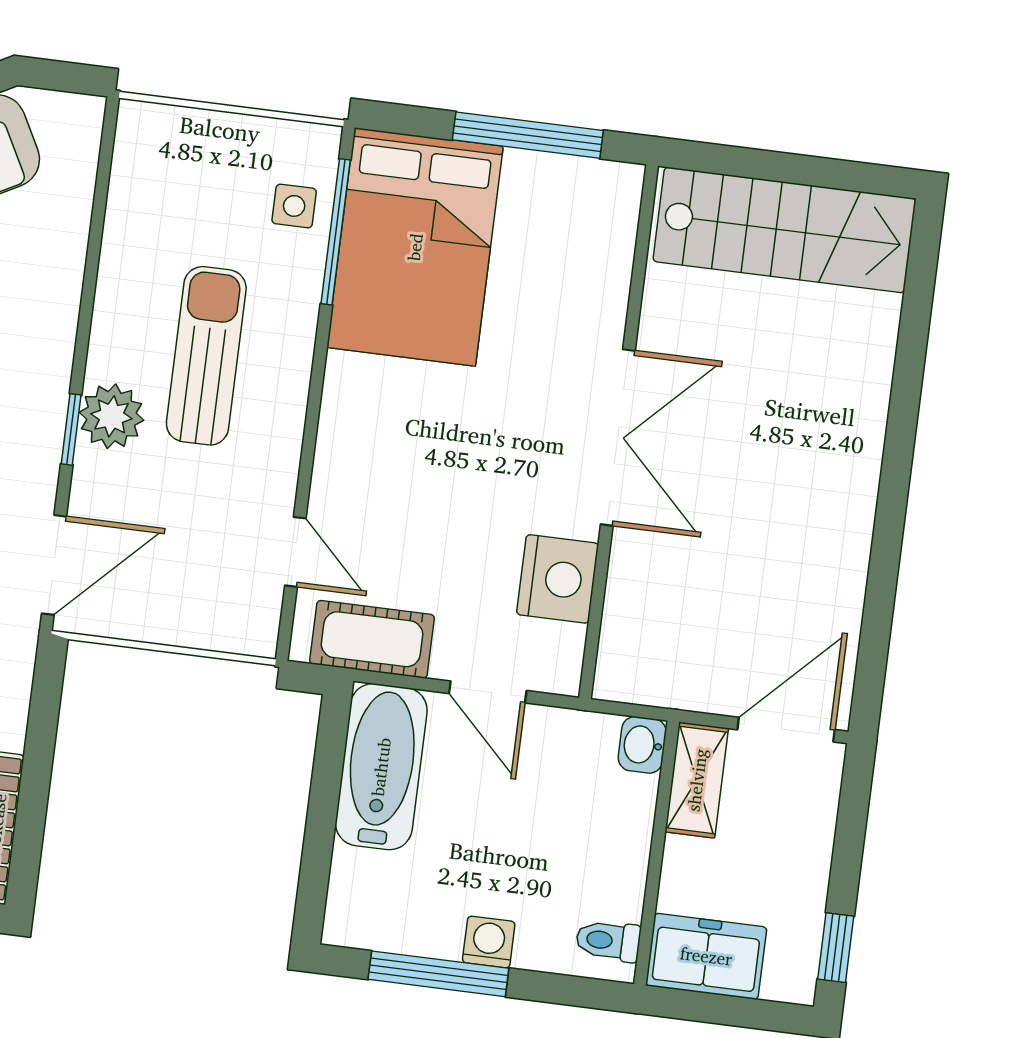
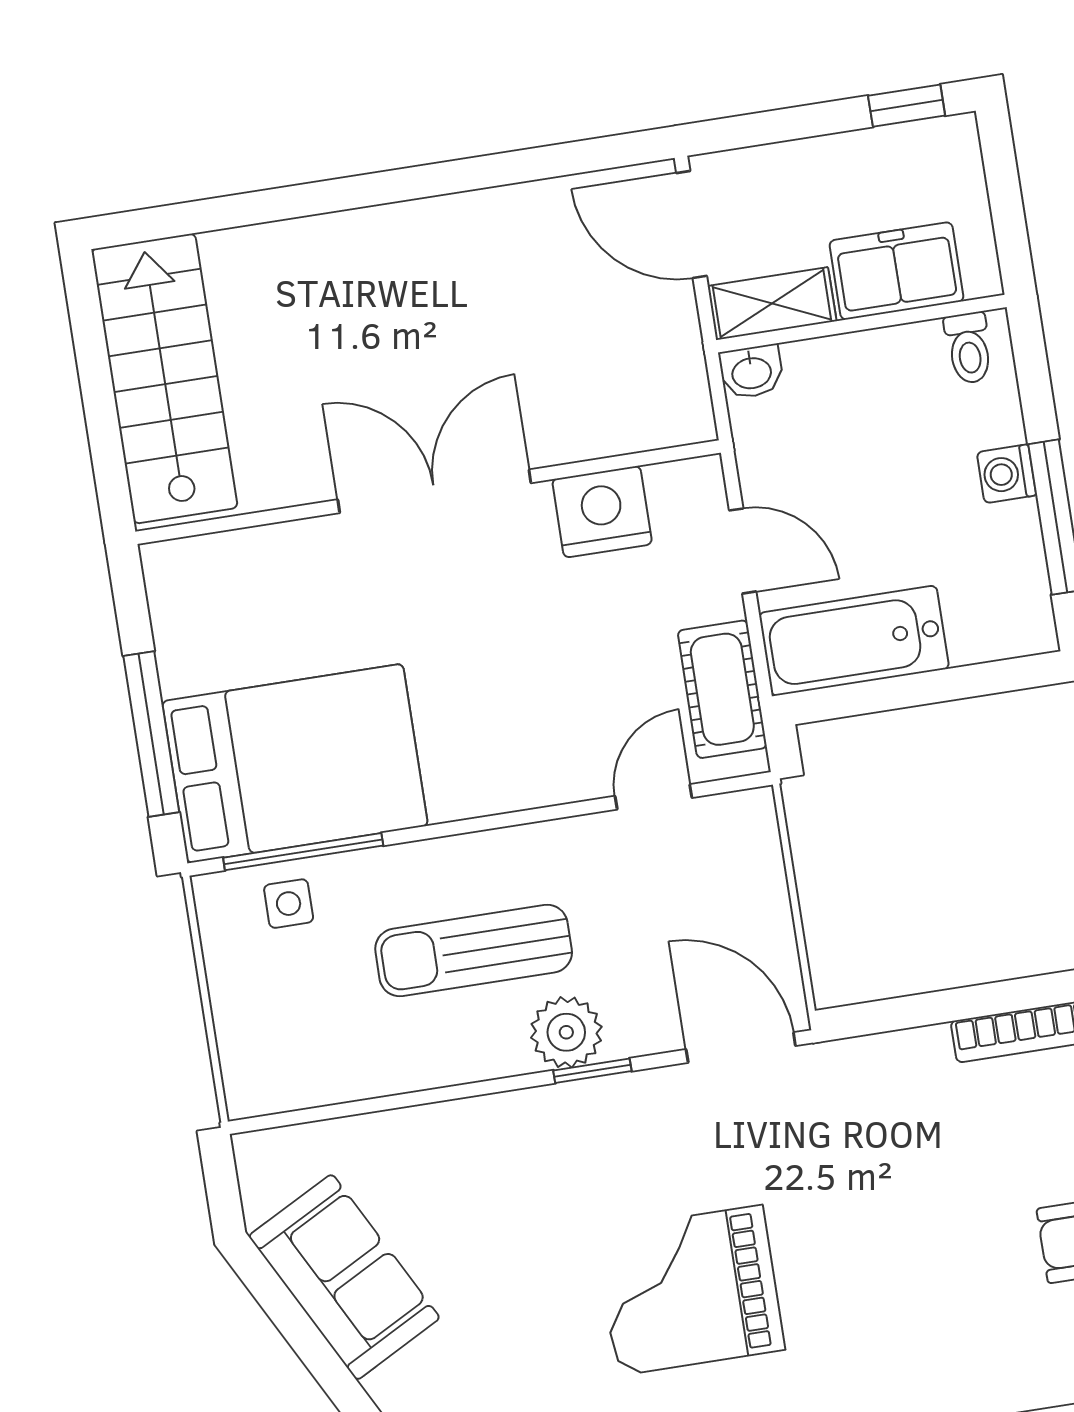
window: (528, 135) -> (151, 734), moved
door: (488, 692) -> (743, 551), hinge flipped
freezer: (706, 956) -> (897, 271), moved, turned 90

